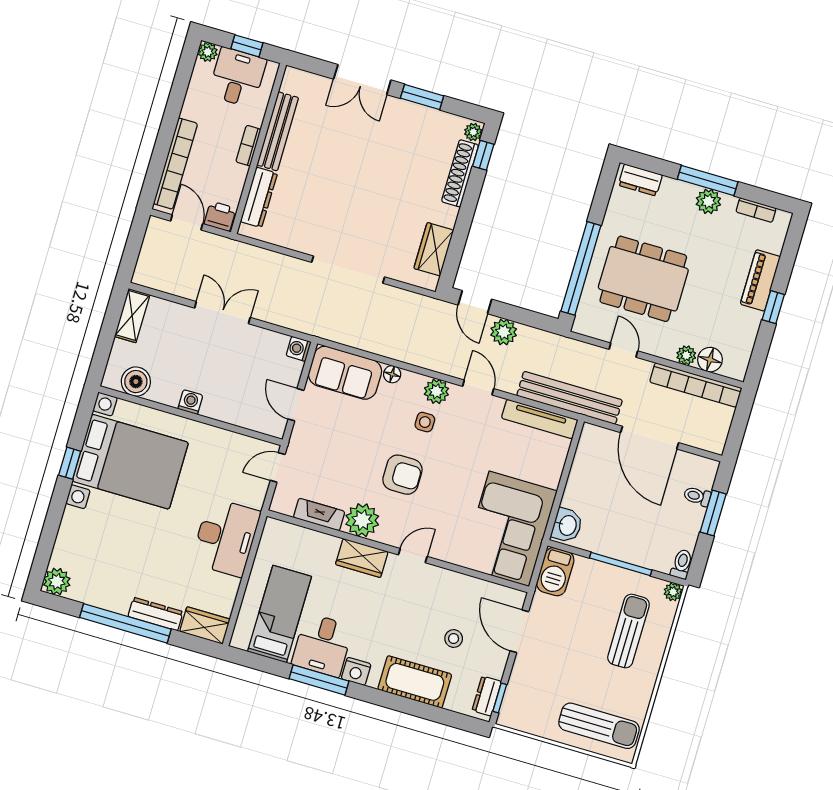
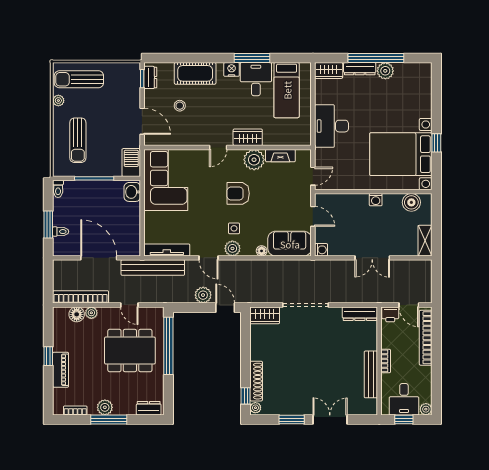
dresser: (259, 197) -> (360, 314), moved, turned -90
wardrobe: (434, 249) -> (265, 315), moved, turned 90
plant: (57, 582) -> (385, 71), moved
plant: (673, 592) -> (58, 101), moved

